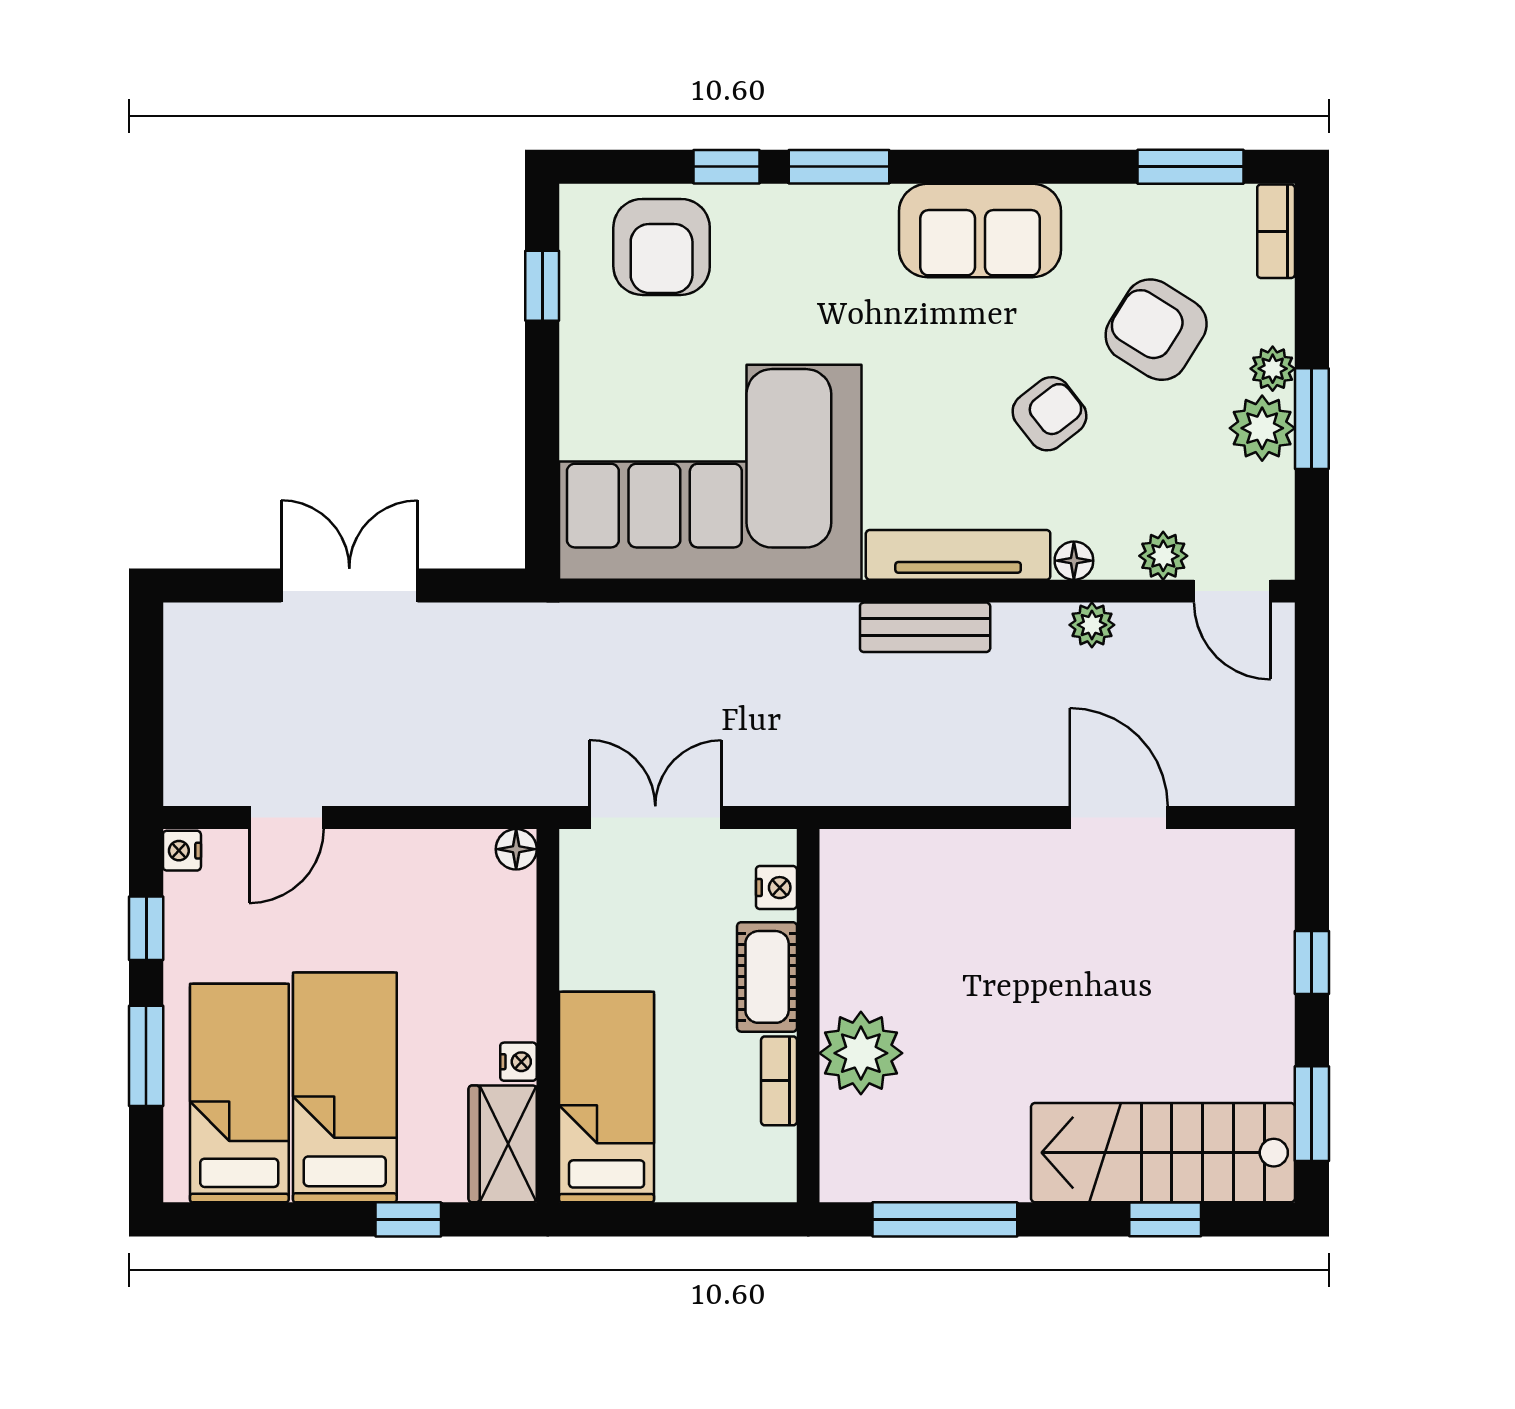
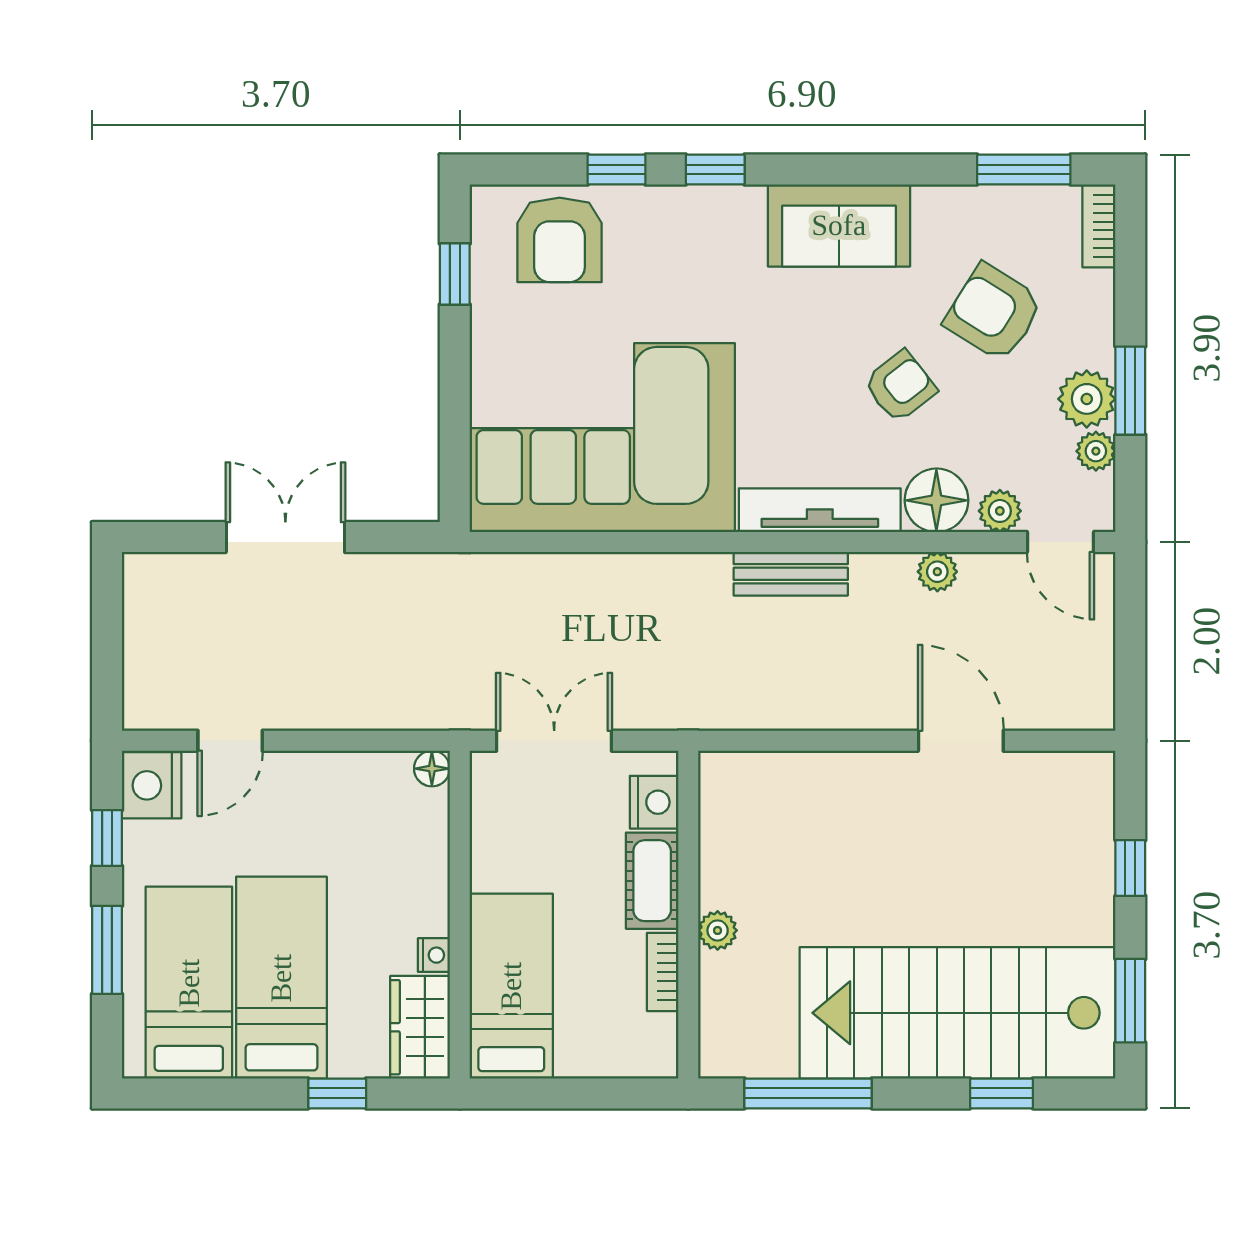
window: (839, 167) -> (715, 169), width x0.67
plant: (1273, 369) -> (1096, 451), moved
floor lamp: (1074, 561) -> (936, 500), width x1.89, depth x1.89
nightstand: (182, 851) -> (152, 785), width x1.89, depth x1.79
nightstand: (776, 888) -> (654, 802), width x1.39, depth x1.35
plant: (861, 1053) -> (718, 930), width x0.53, depth x0.53
stairs: (1163, 1153) -> (958, 1013), width x1.36, depth x1.51

